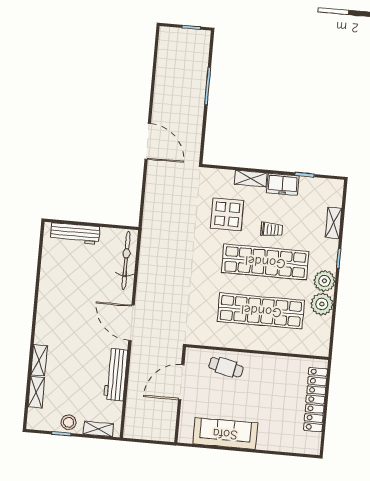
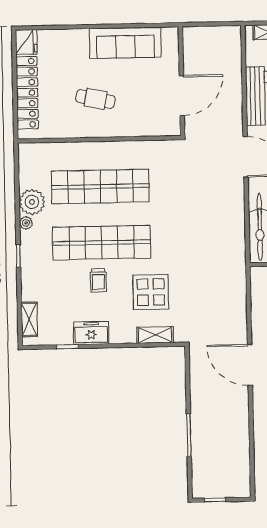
shelving: (251, 179) -> (155, 335), moved
shelving: (334, 223) -> (29, 319), moved
trolley: (271, 229) -> (98, 280), turned -90
plant: (324, 281) -> (26, 223), width x0.53, depth x0.53
cafe table: (226, 367) -> (95, 99), moved
fridge: (311, 444) -> (26, 42), added

